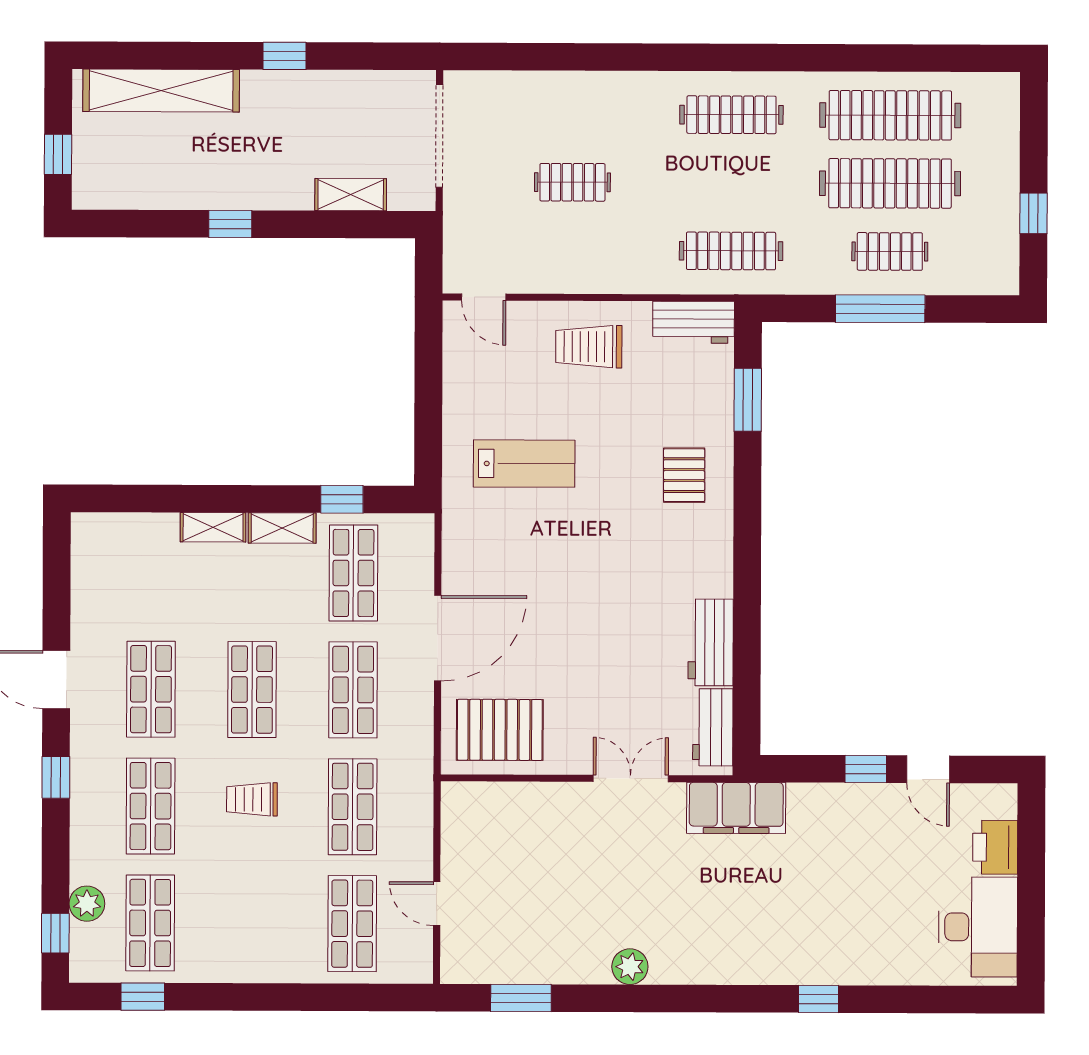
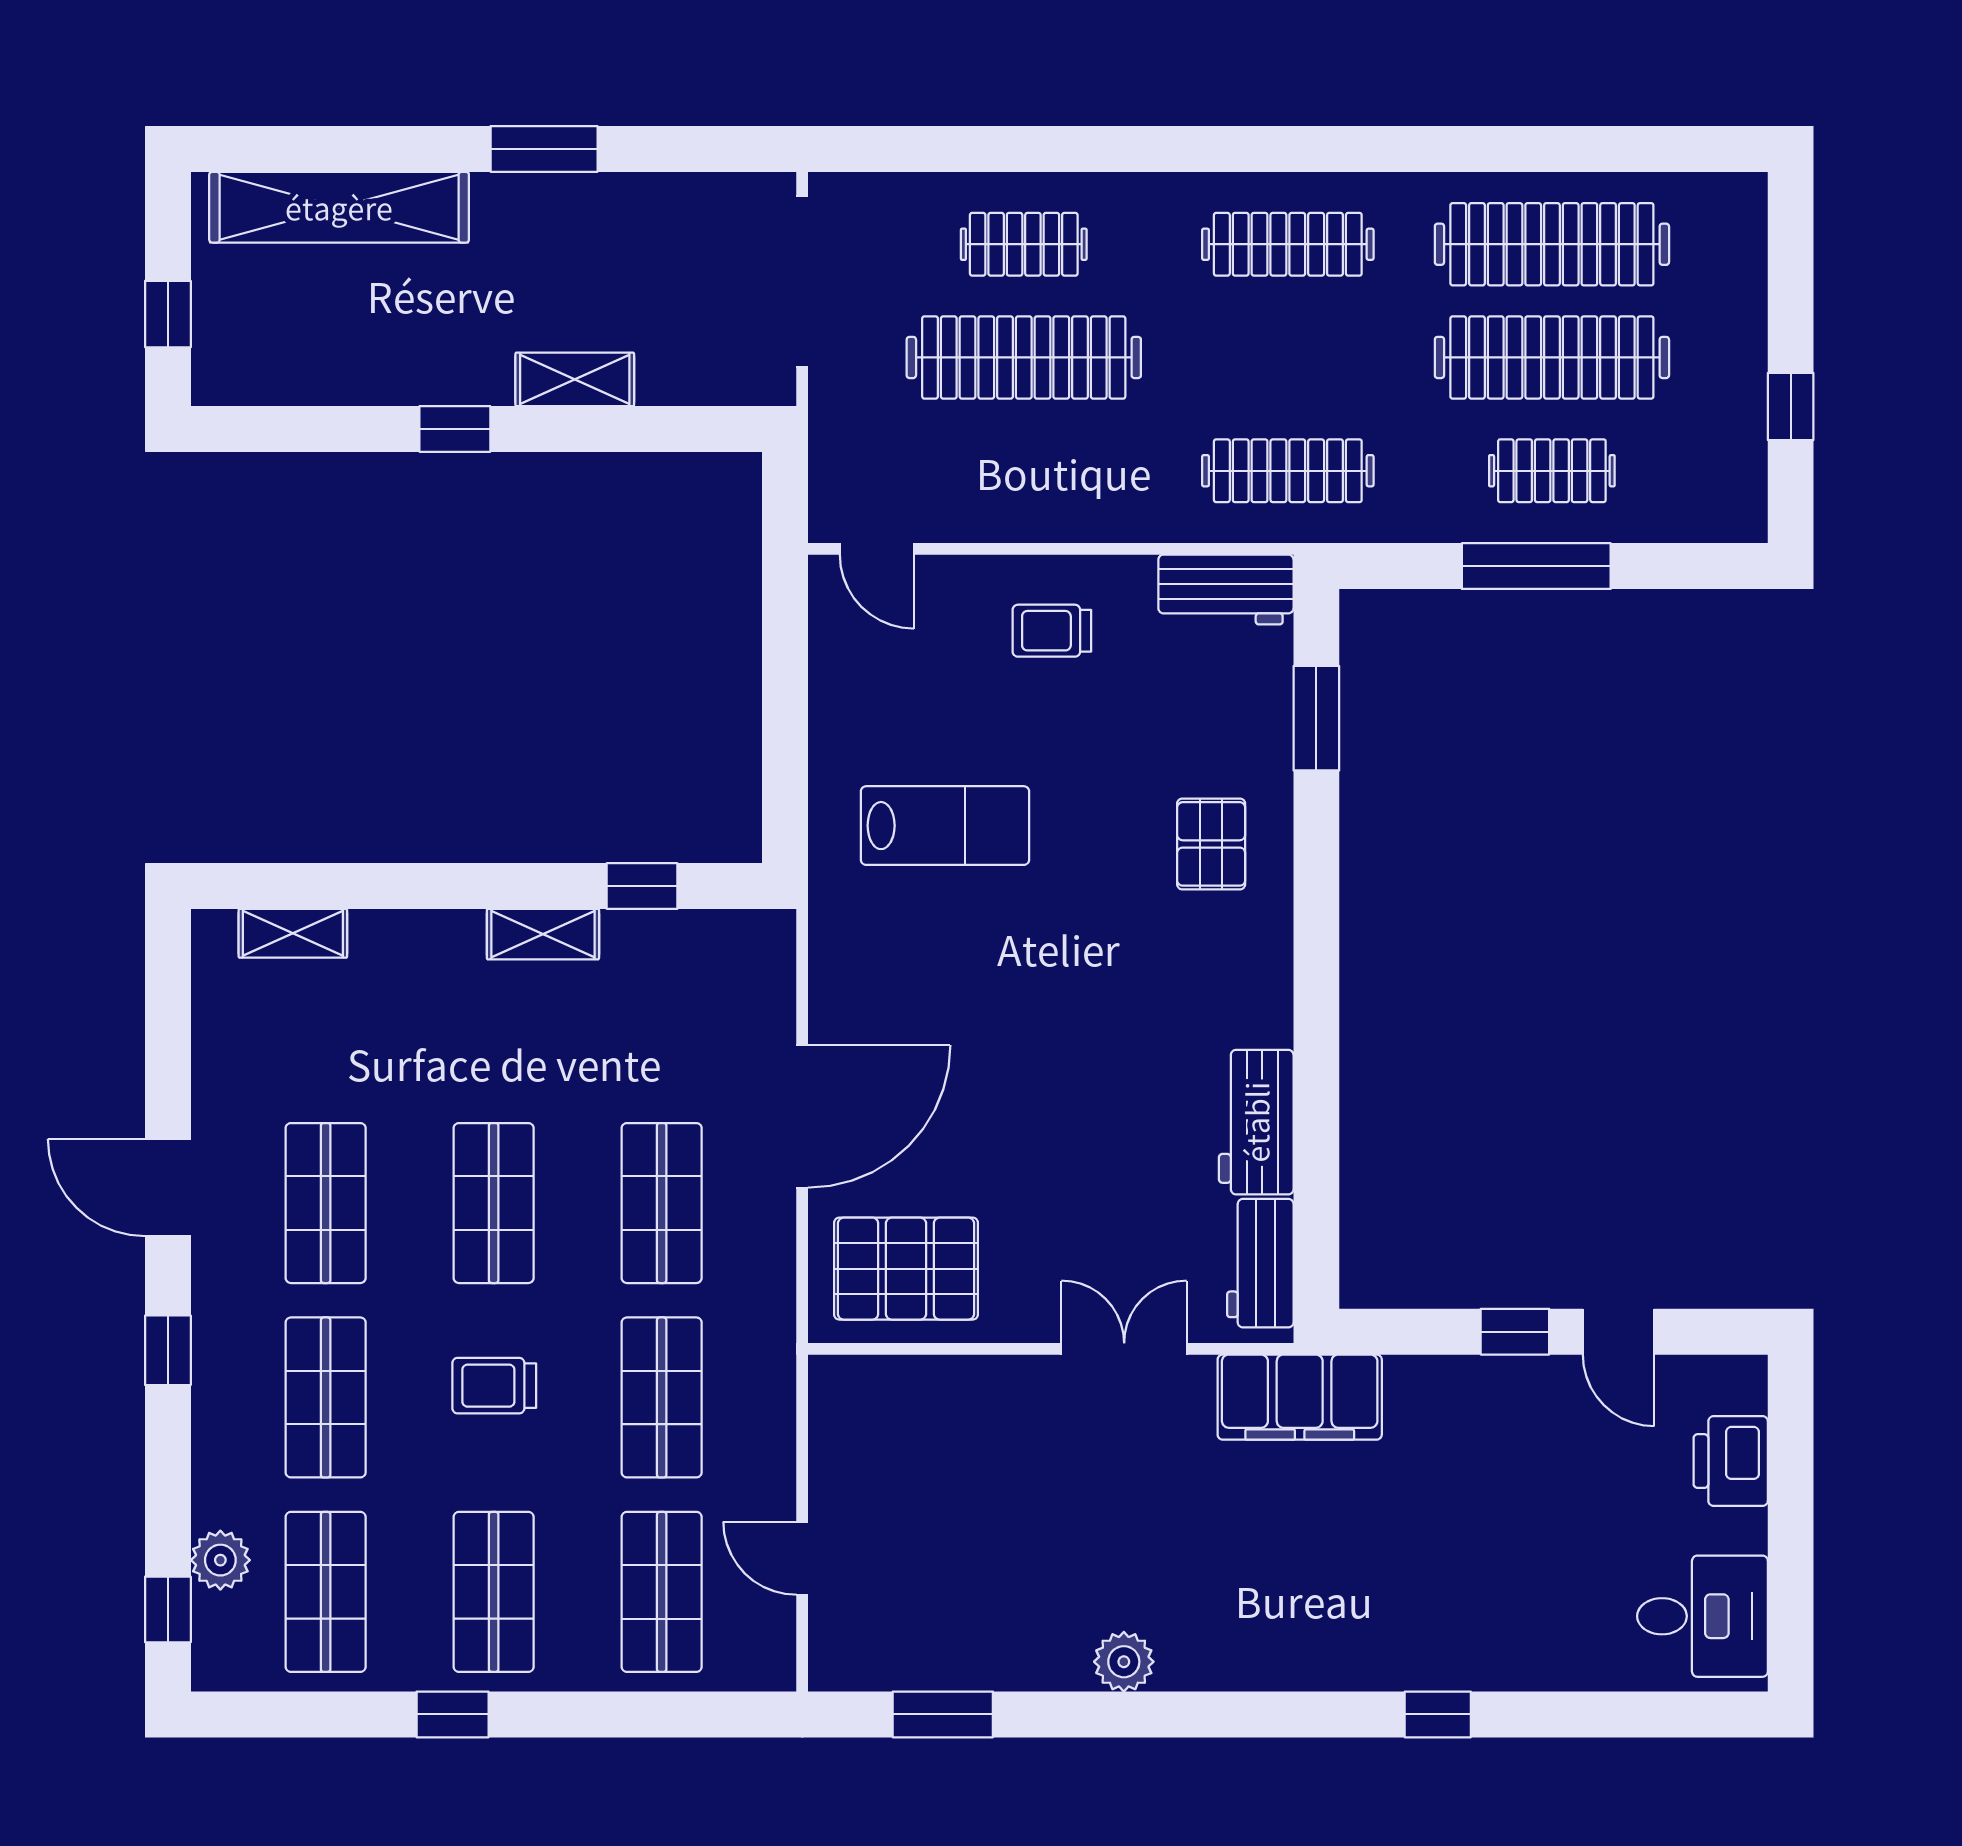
window: (284, 56) -> (544, 149), width x1.50
clothes rail: (573, 114) -> (1024, 244), added
clothes rail: (572, 182) -> (1024, 357), width x1.86, depth x1.31
shelving: (351, 195) -> (575, 379), moved
trolley: (589, 347) -> (1052, 631), width x0.73, depth x0.72
shelving: (213, 527) -> (293, 933), moved
shop shelf: (353, 573) -> (494, 1592), moved
desk: (978, 927) -> (1702, 1616), width x0.73
window: (143, 997) -> (453, 1714), moved

